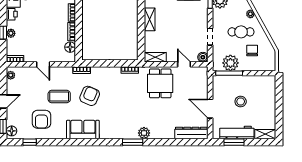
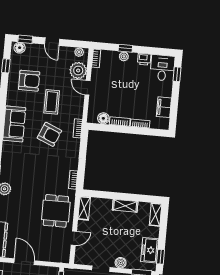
boiler: (203, 57) -> (121, 263), moved
door: (43, 64) -> (88, 88), hinge flipped
plant: (28, 75) -> (78, 70), added
dining table: (160, 83) -> (56, 211), turned 90
door: (210, 109) -> (24, 262), hinge flipped
armchair: (41, 119) -> (29, 81), turned 180

